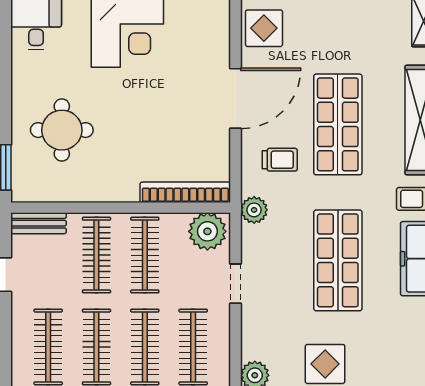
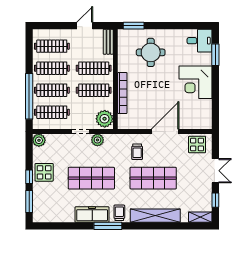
door: (236, 98) -> (165, 132), swing flipped
bookcase: (185, 192) -> (122, 93), moved
plant: (254, 210) -> (97, 140), moved

